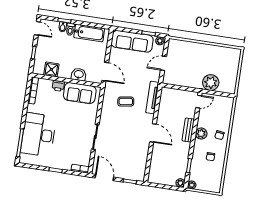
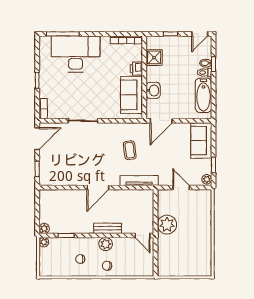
sofa: (132, 41) -> (201, 141), width x0.73
plant: (211, 83) -> (167, 225), moved

